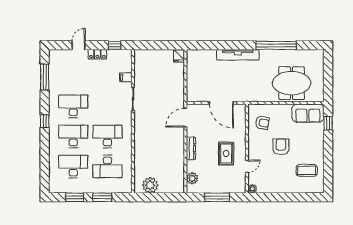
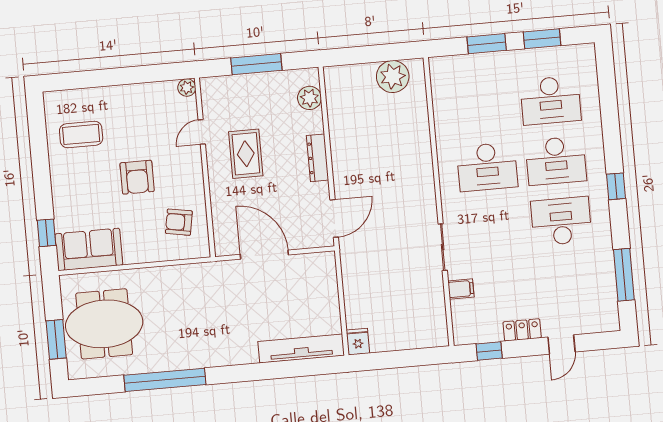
tv unit: (238, 55) -> (301, 349), moved
window: (328, 70) -> (56, 339), added
meeting table: (292, 83) -> (104, 324), moved
desk: (73, 106) -> (561, 221), turned 180
desk: (107, 167) -> (482, 106), removed

